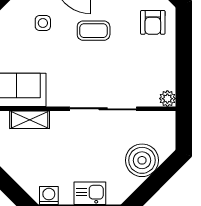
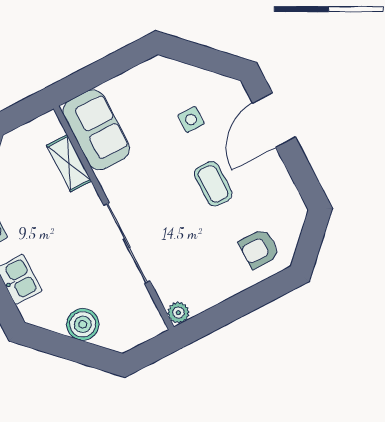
boiler: (142, 160) -> (83, 324), width x0.73, depth x0.73

